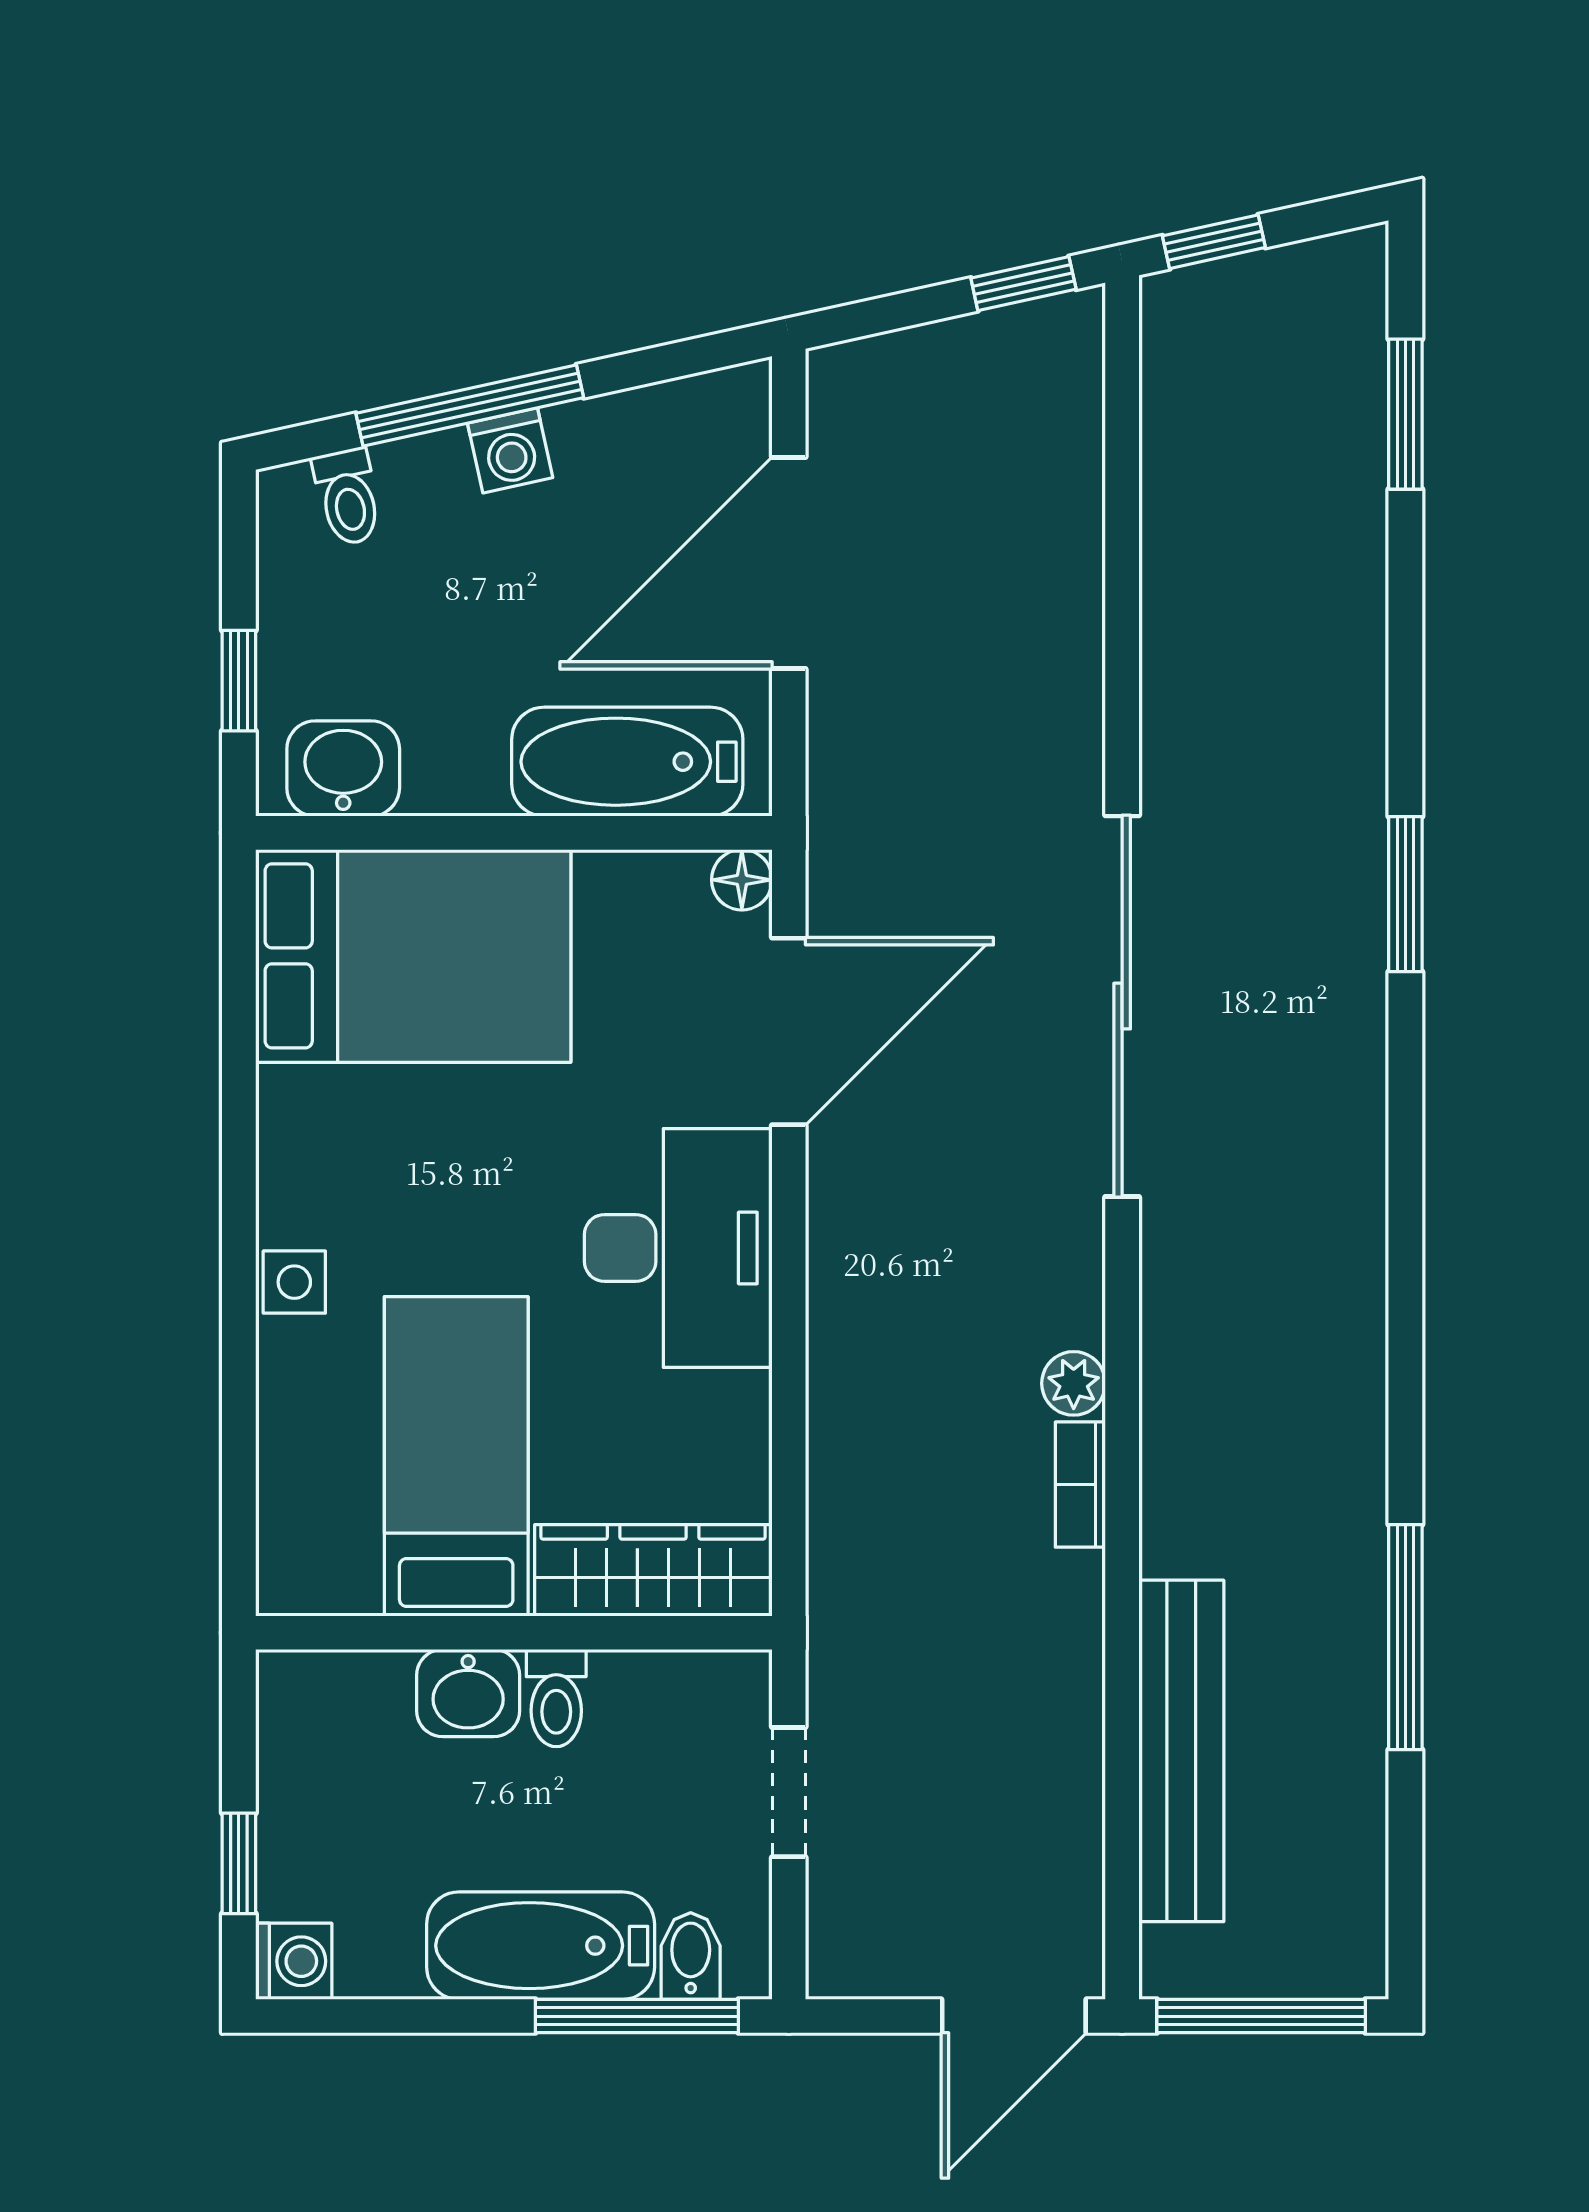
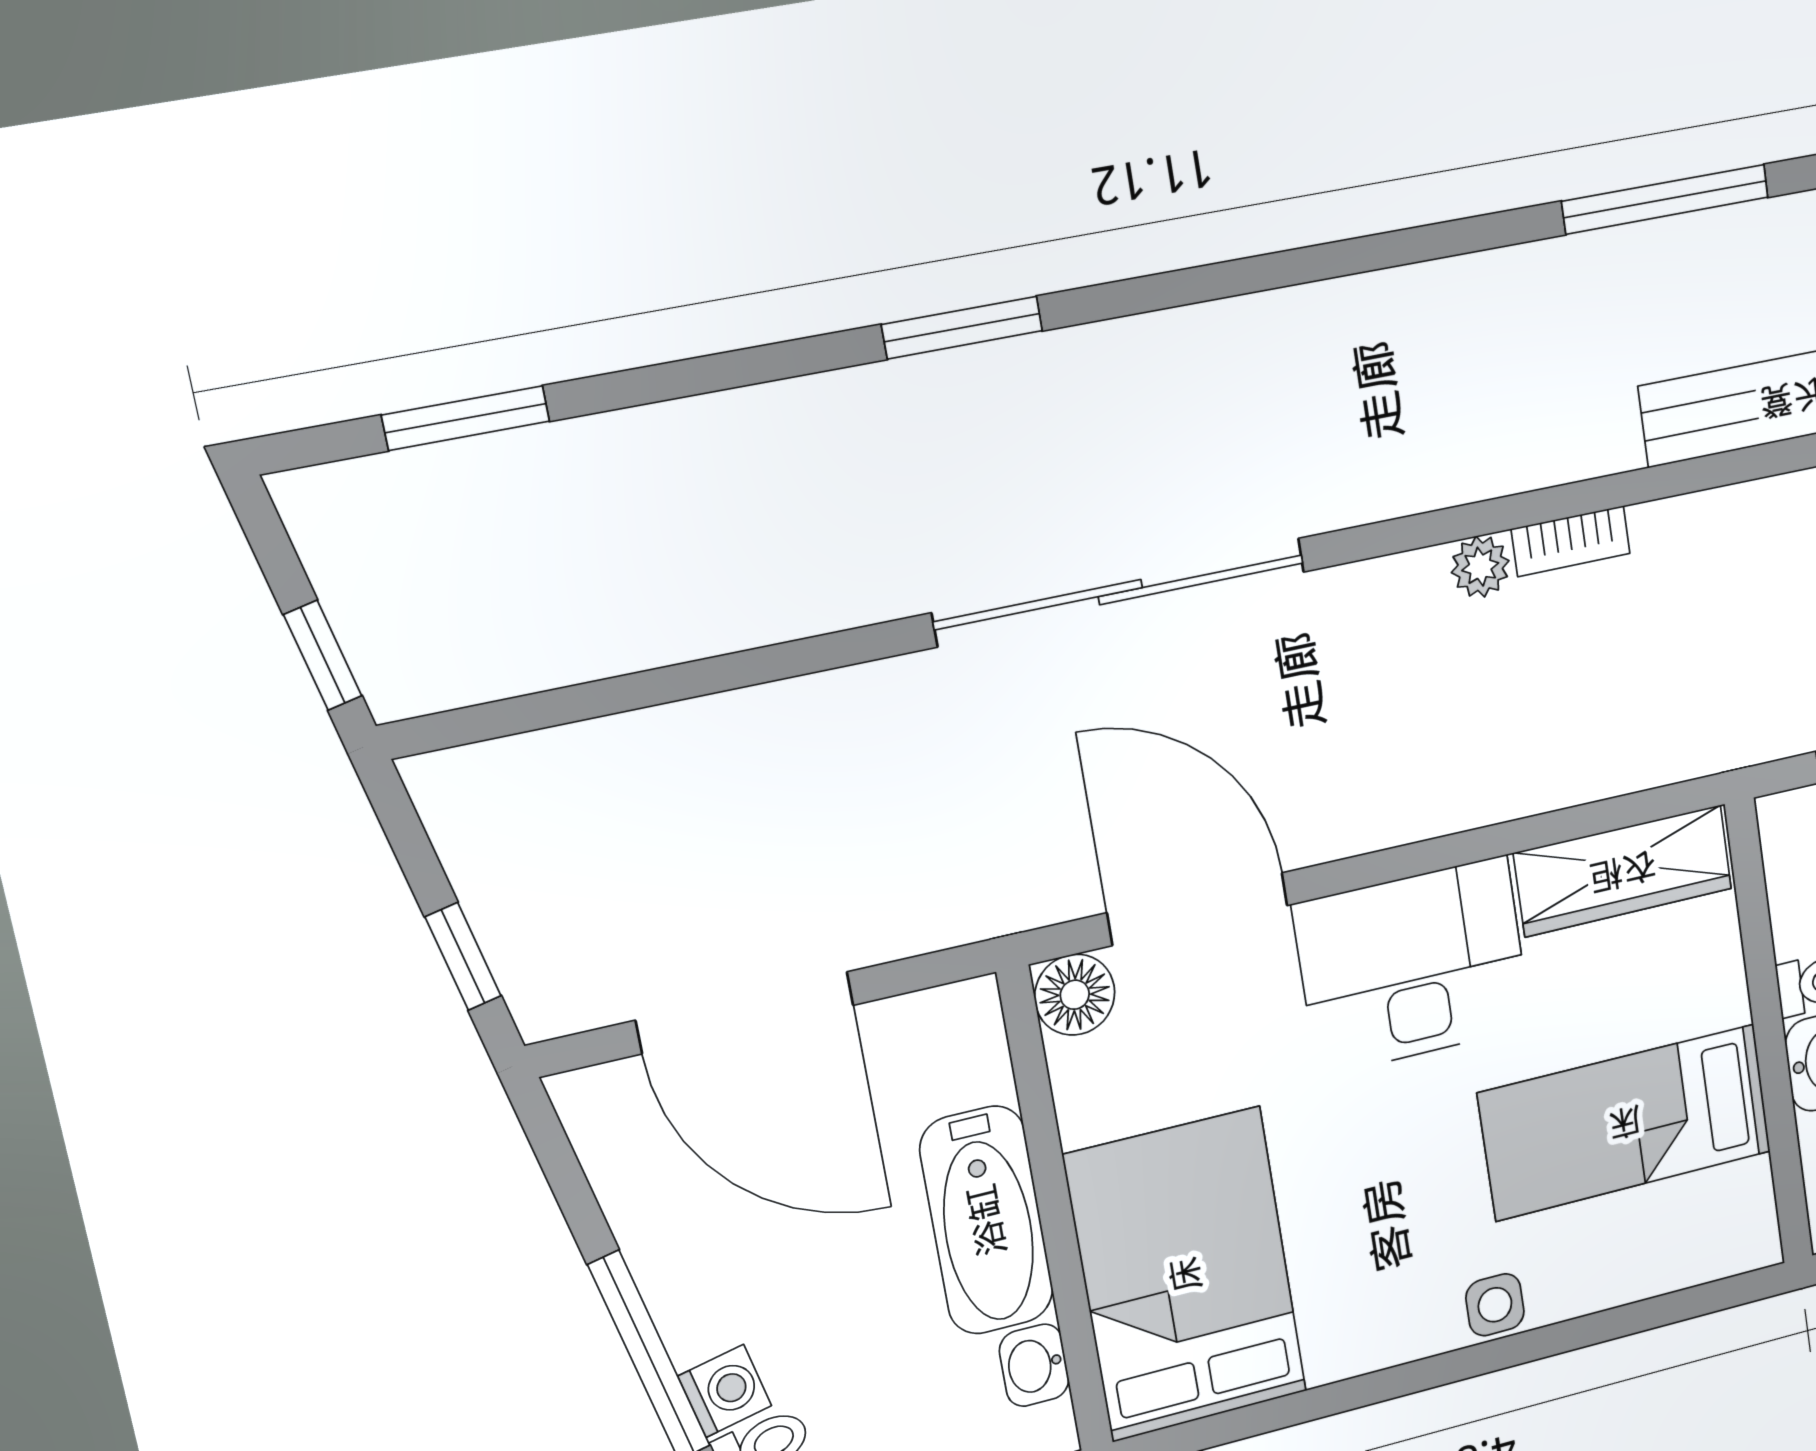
window: (1023, 284) -> (463, 956), moved
washing machine: (510, 450) -> (725, 1391), moved
bathtub: (627, 762) -> (987, 1220), moved
washbasin: (343, 768) -> (1034, 1365), width x0.72, depth x0.69
floor lamp: (742, 880) -> (1075, 995), width x1.37, depth x1.37
wardrobe: (653, 1570) -> (1623, 871), moved, turned -90

